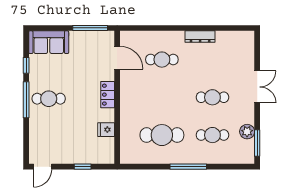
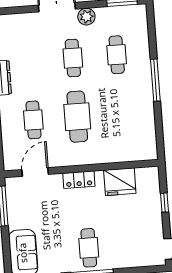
fridge: (106, 130) -> (120, 182), width x1.88, depth x1.34
plant: (247, 132) -> (86, 17), moved
cafe table: (162, 135) -> (77, 117), moved

